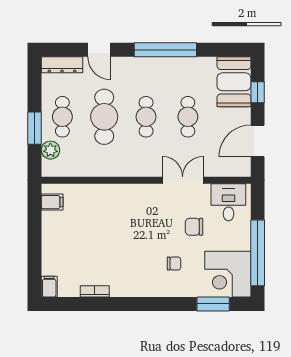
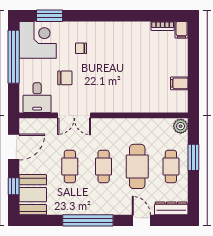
plant: (50, 150) -> (181, 126), moved
filing cabinet: (52, 202) -> (179, 83), moved
bookcase: (95, 291) -> (163, 26), moved

